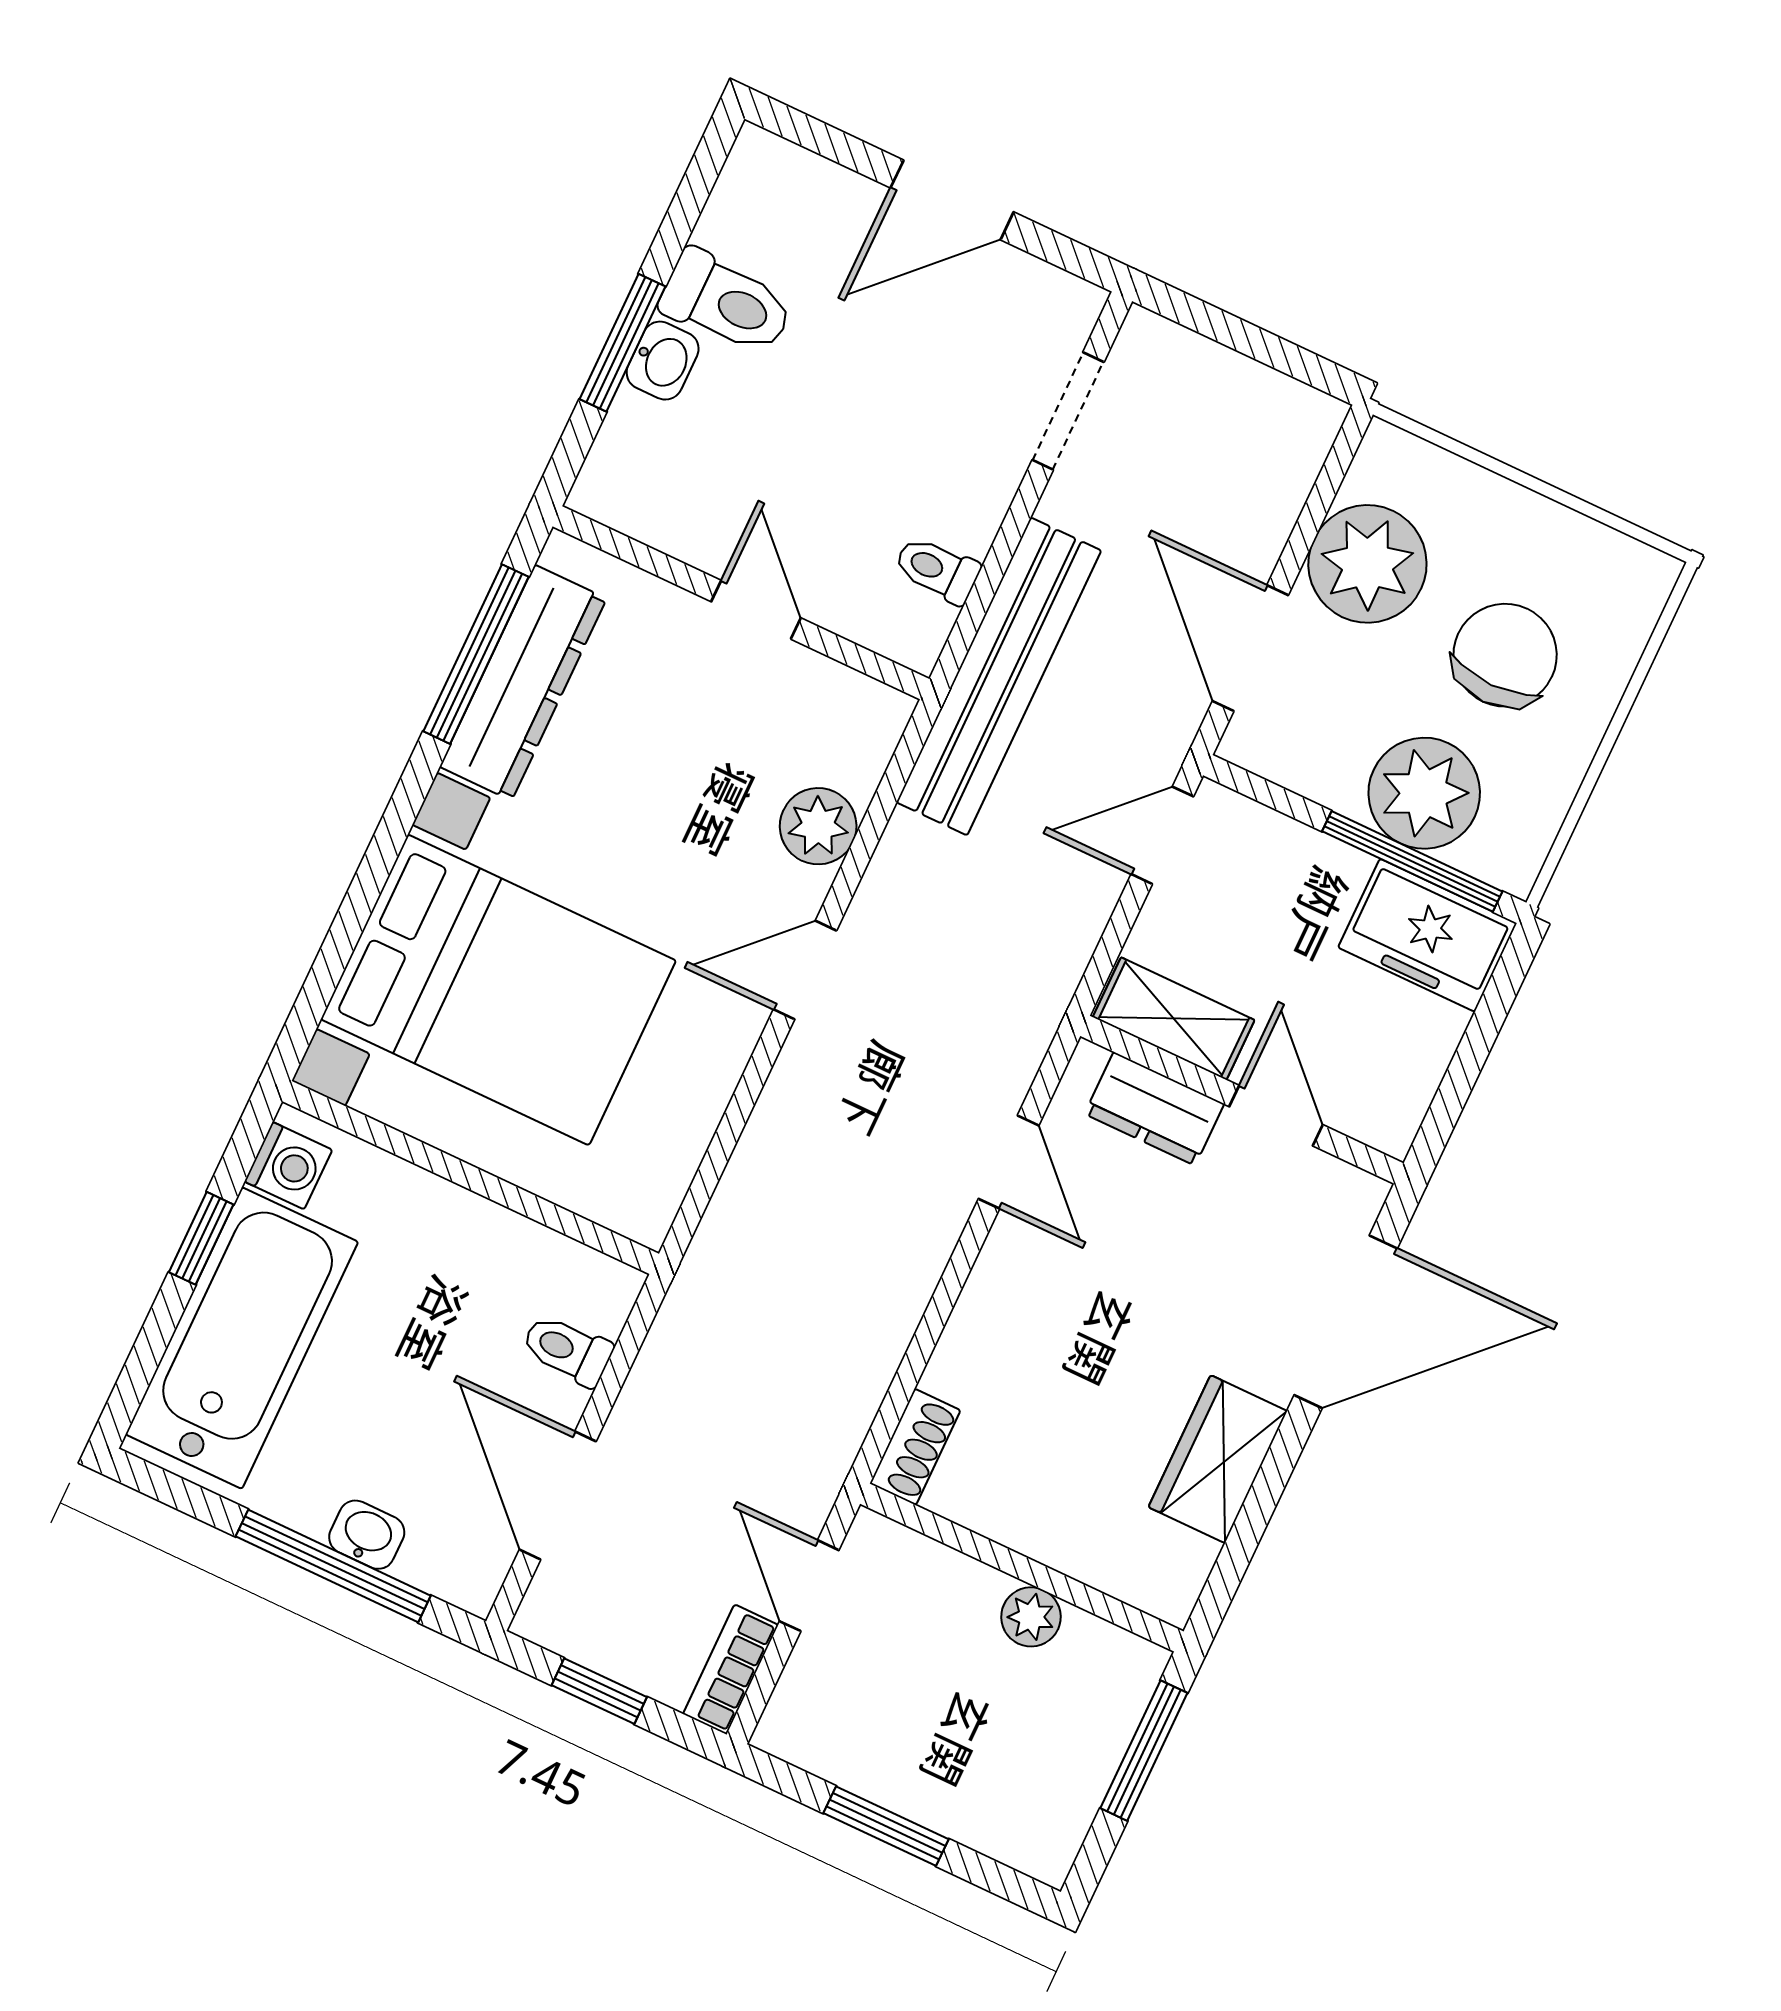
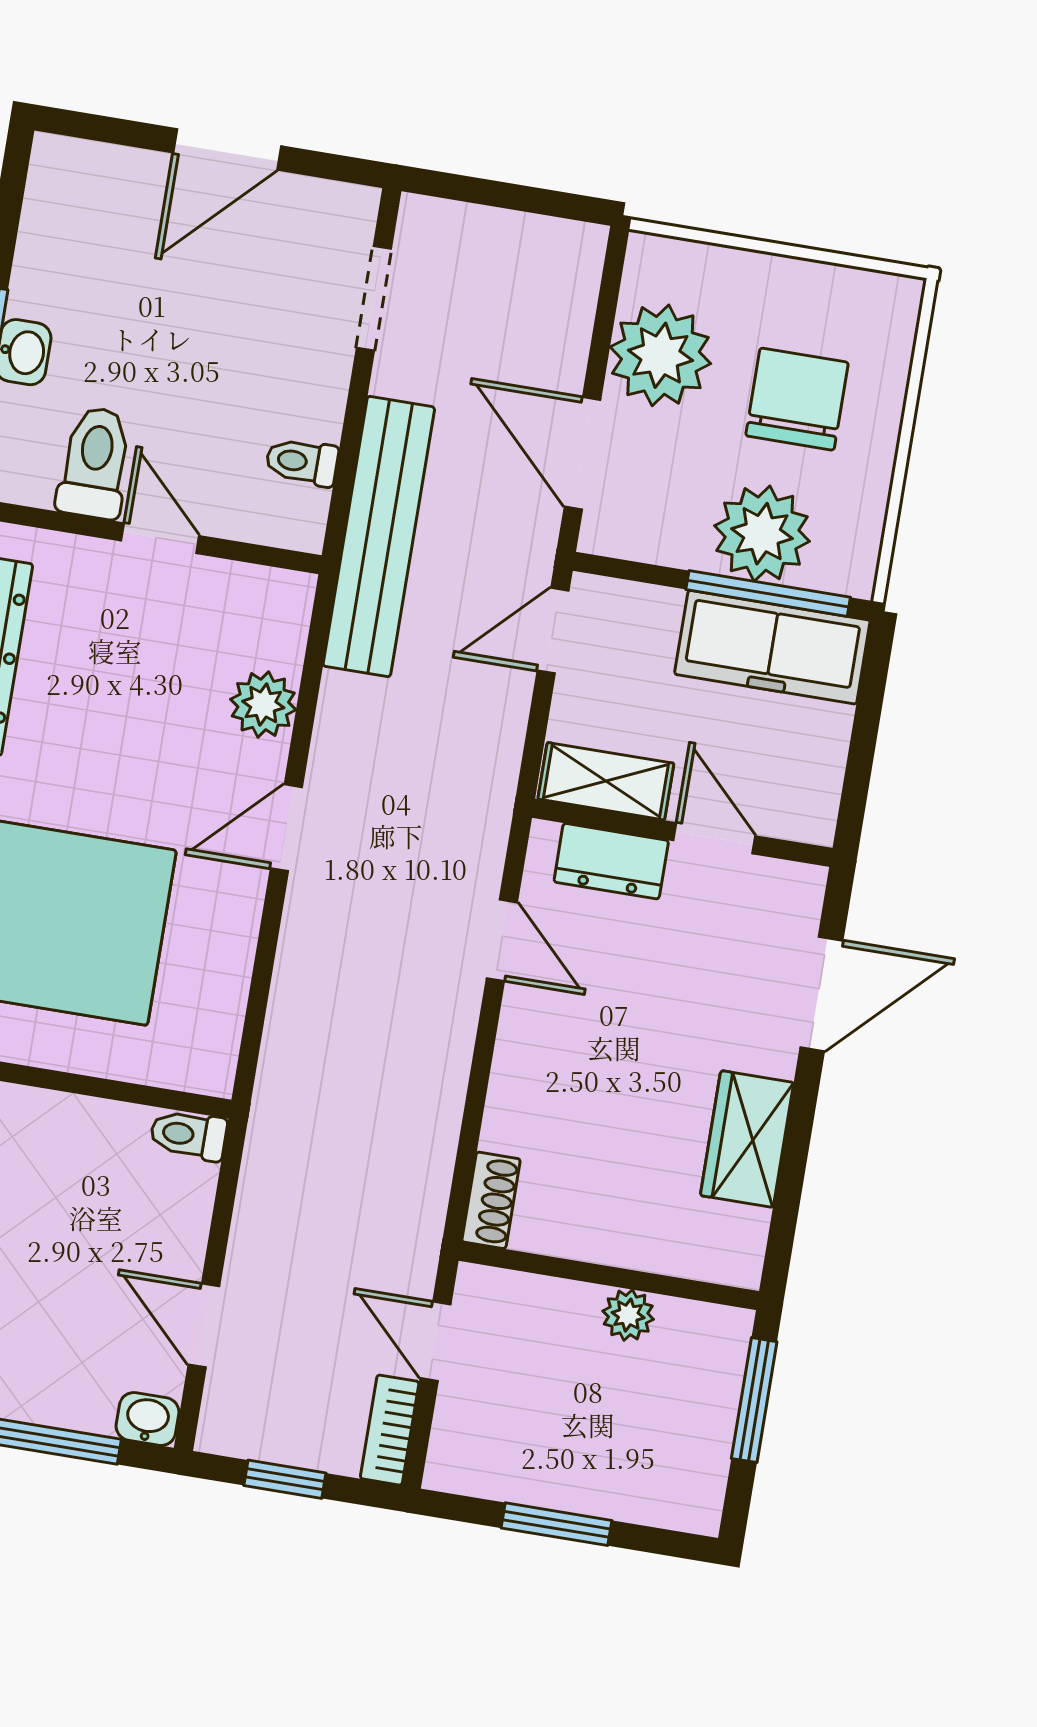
toilet: (727, 303) -> (95, 463), moved, turned -90
freezer: (1427, 935) -> (772, 647), width x1.40
door: (1346, 1322) -> (821, 994), width x0.73
toilet: (567, 1350) -> (188, 1135), moved
door: (558, 1495) -> (204, 1326), width x0.73
washbasin: (367, 1535) -> (147, 1419), moved

